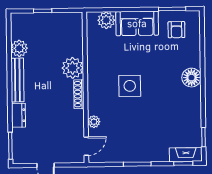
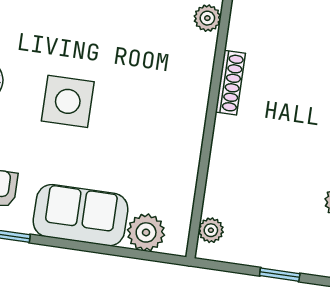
plant: (73, 68) -> (211, 230), moved, width x0.53, depth x0.53
side table: (130, 86) -> (68, 101), moved

